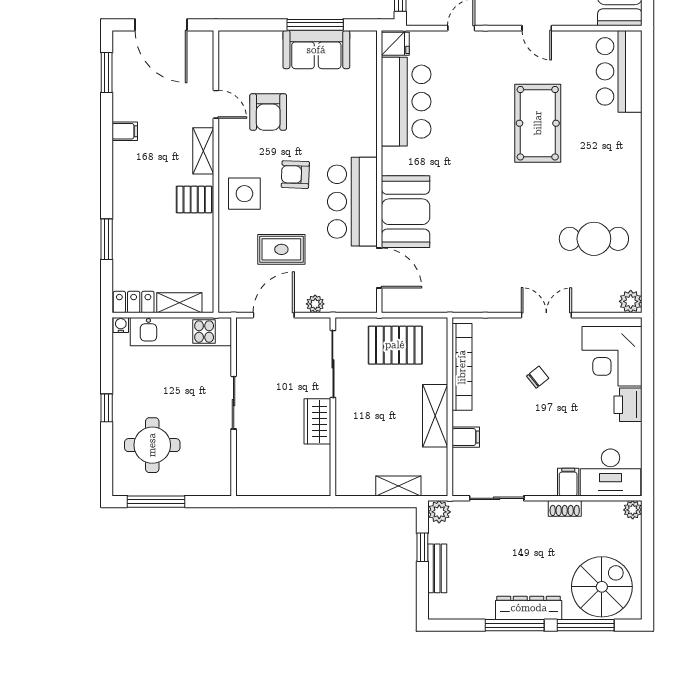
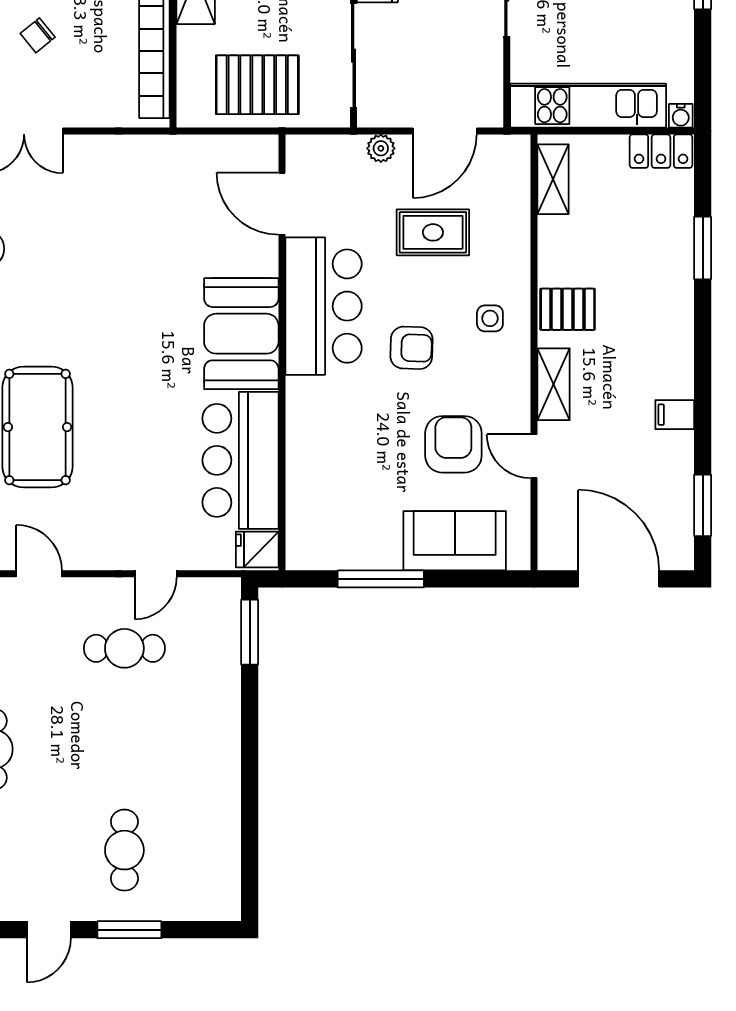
sofa: (316, 50) -> (455, 541), moved
side table: (244, 194) -> (490, 318), width x0.54, depth x0.54
booth: (406, 212) -> (241, 334), moved
shelving: (179, 303) -> (553, 179), moved, turned 90

